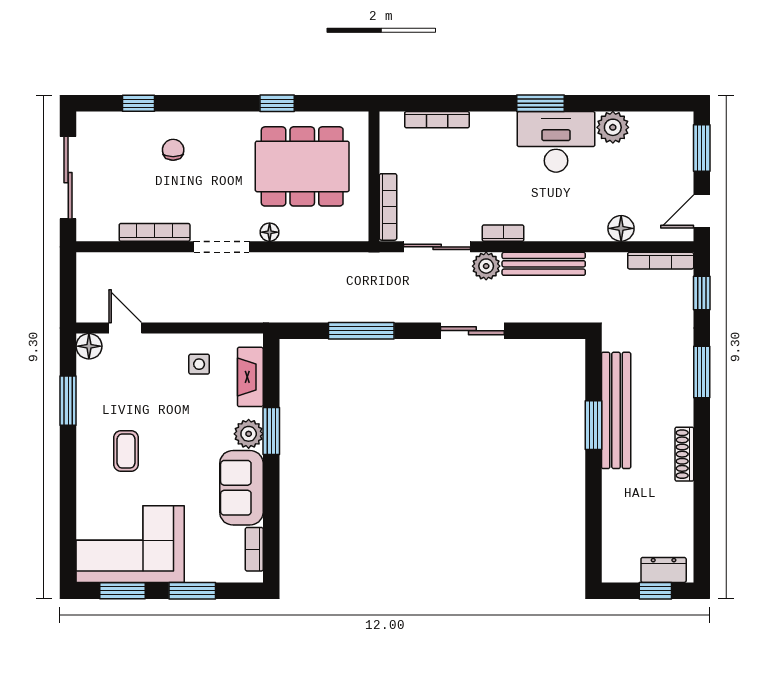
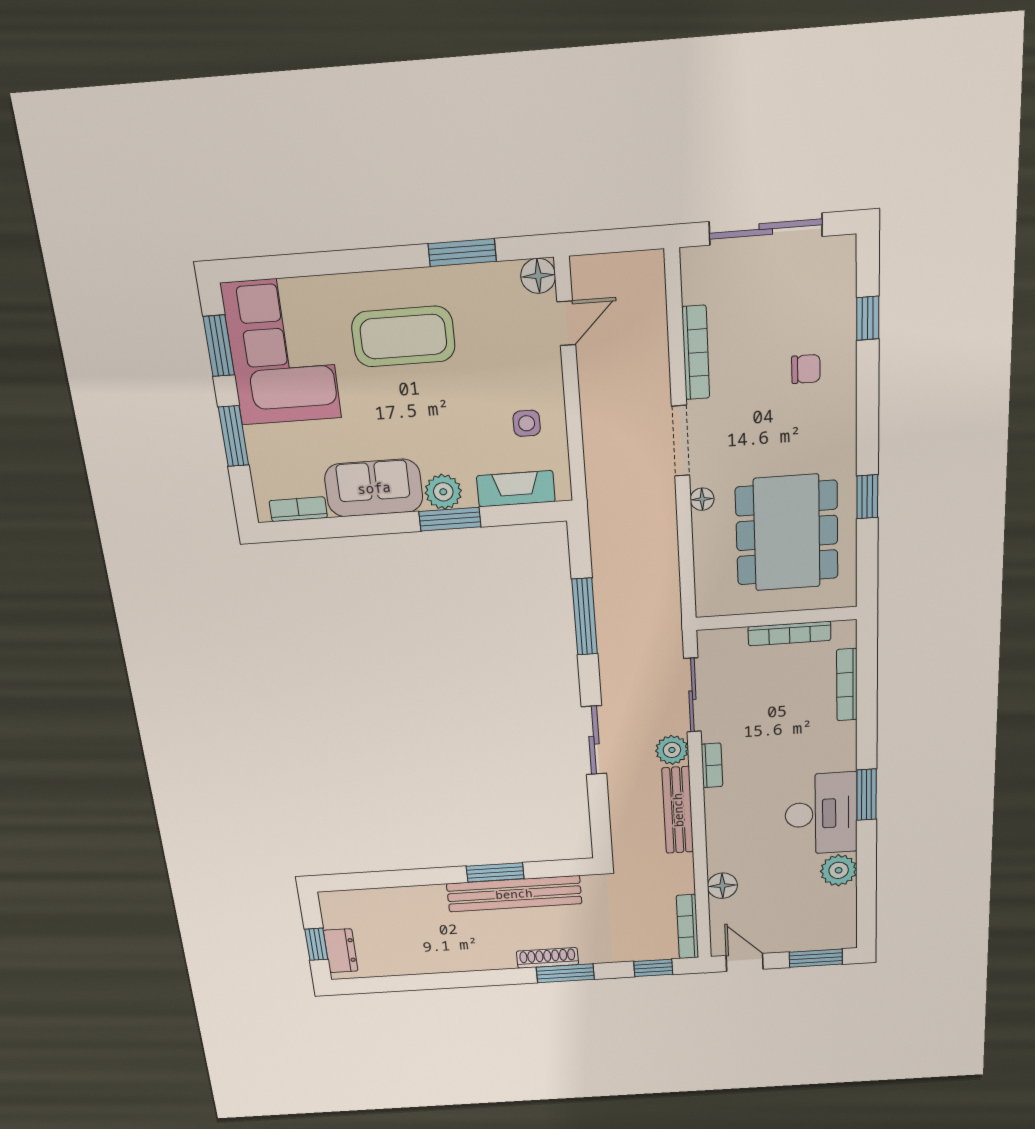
bookcase: (388, 207) -> (789, 633), moved
coffee table: (126, 451) -> (403, 337), width x1.86, depth x1.72
shoe rack: (684, 454) -> (547, 958), moved

